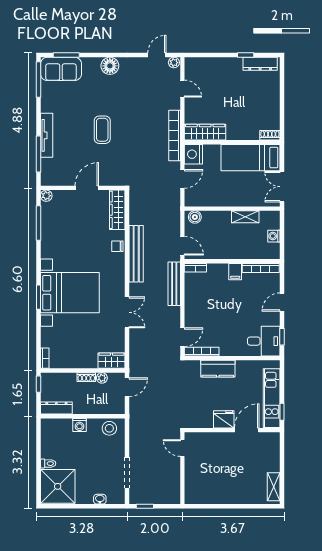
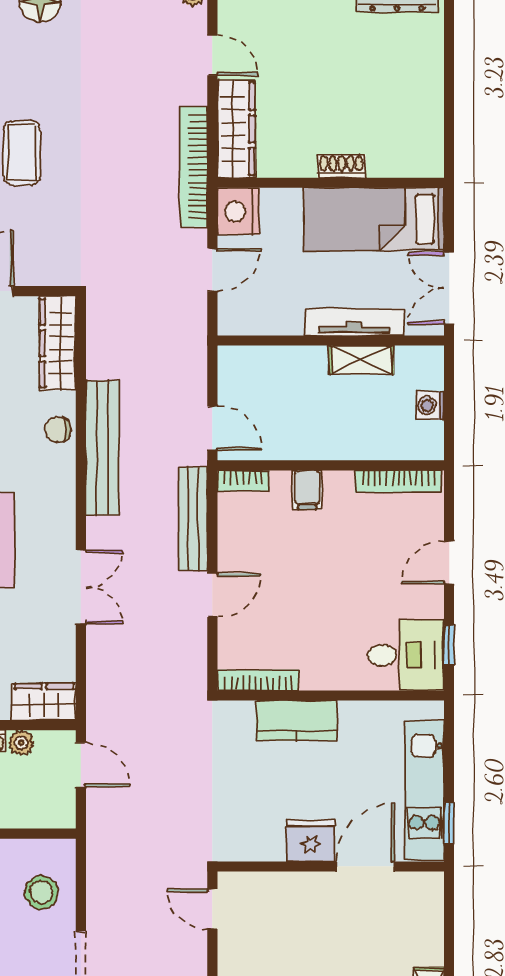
wardrobe: (205, 132) -> (236, 129), moved, turned 90
shoe rack: (270, 135) -> (342, 166), moved
tv unit: (242, 201) -> (354, 322), added
boiler: (195, 217) -> (242, 360), removed
filing cabinet: (235, 272) -> (307, 490), moved
door: (182, 337) -> (212, 595), moved
door: (127, 387) -> (81, 765), hinge flipped
stool: (109, 428) -> (42, 892), moved

